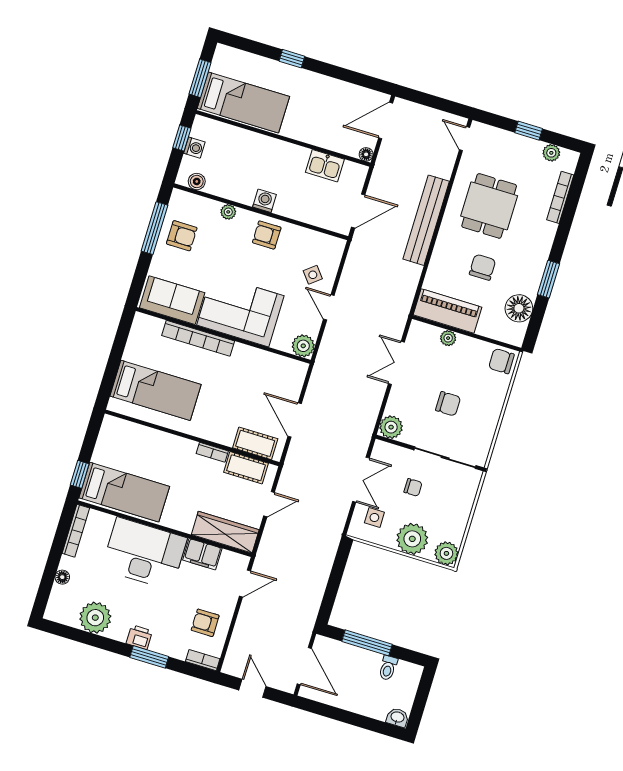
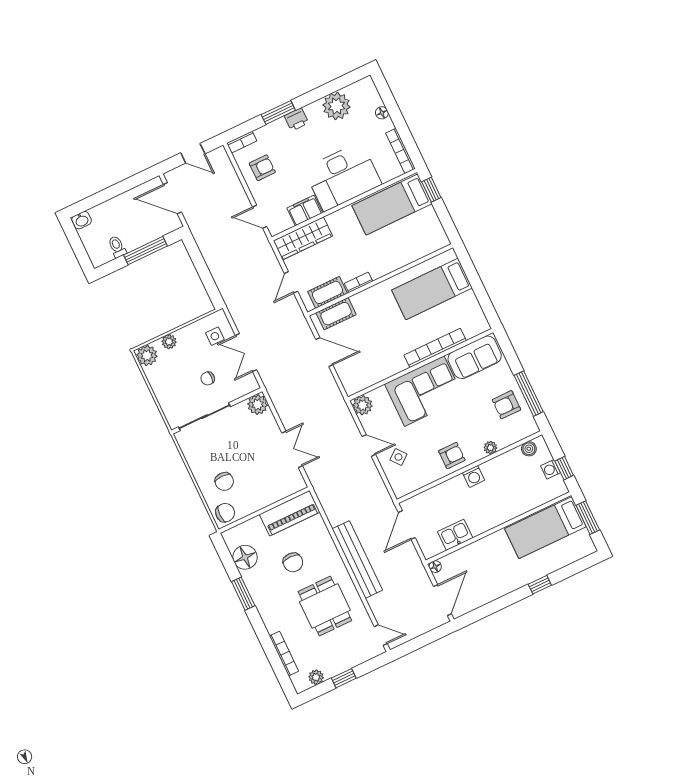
plant: (448, 338) -> (273, 496), removed
chair: (448, 404) -> (224, 481), moved, turned -90
plant: (412, 539) -> (169, 342), width x0.53, depth x0.53
door: (245, 583) -> (260, 217), hinge flipped

